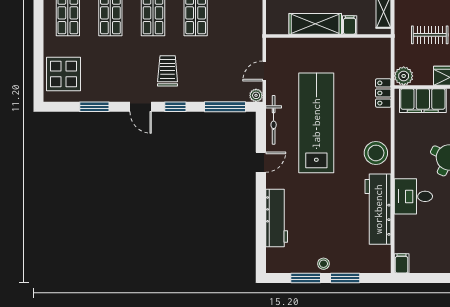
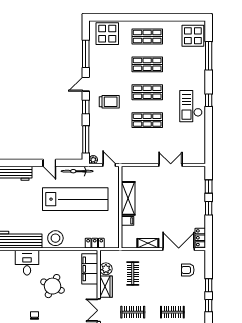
shelving: (315, 24) -> (128, 198), moved
filing cabinet: (350, 25) -> (127, 221), moved
wall: (328, 36) -> (120, 207), moved
plant: (404, 76) -> (106, 269), moved
window: (94, 107) -> (86, 54), width x1.44

